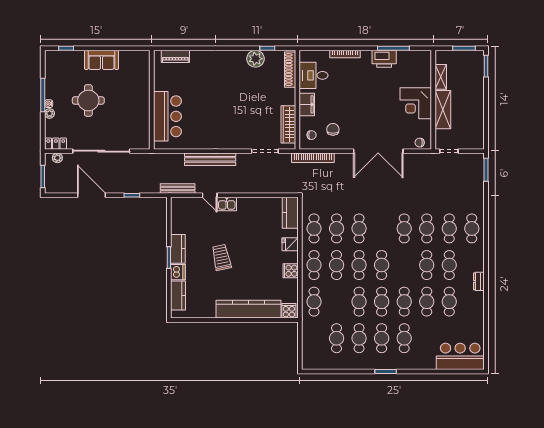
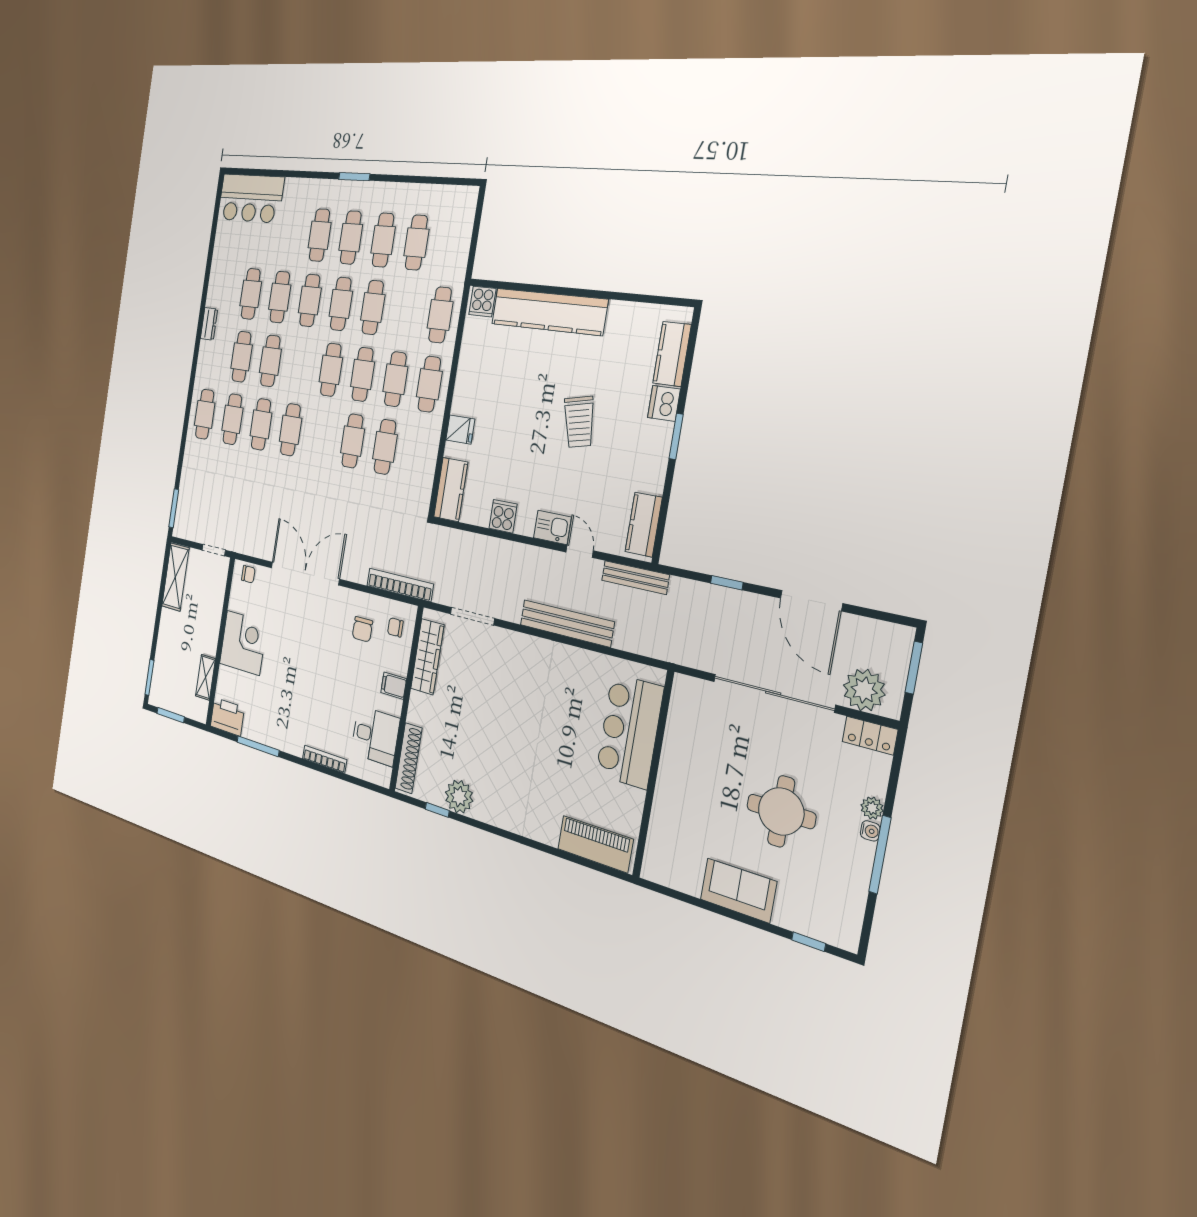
piano: (175, 56) -> (595, 844), width x1.37, depth x1.33
printer: (384, 59) -> (227, 717), moved
filing cabinet: (307, 104) -> (394, 686), width x0.50
shelving: (443, 110) -> (175, 577), moved
plant: (57, 158) -> (864, 690), width x1.88, depth x1.88
cafe table: (314, 228) -> (419, 453), removed
kitchen counter: (178, 249) -> (644, 525), moved
cooker: (291, 271) -> (503, 516), moved, turned -90

